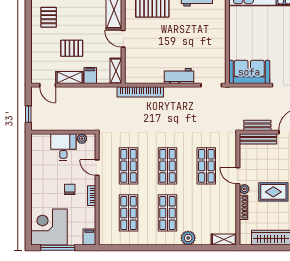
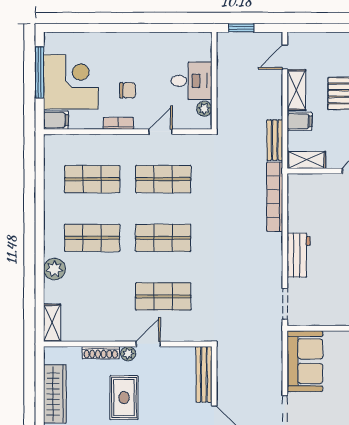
bench: (257, 125) -> (275, 140), moved
corner desk: (49, 227) -> (71, 82), moved

